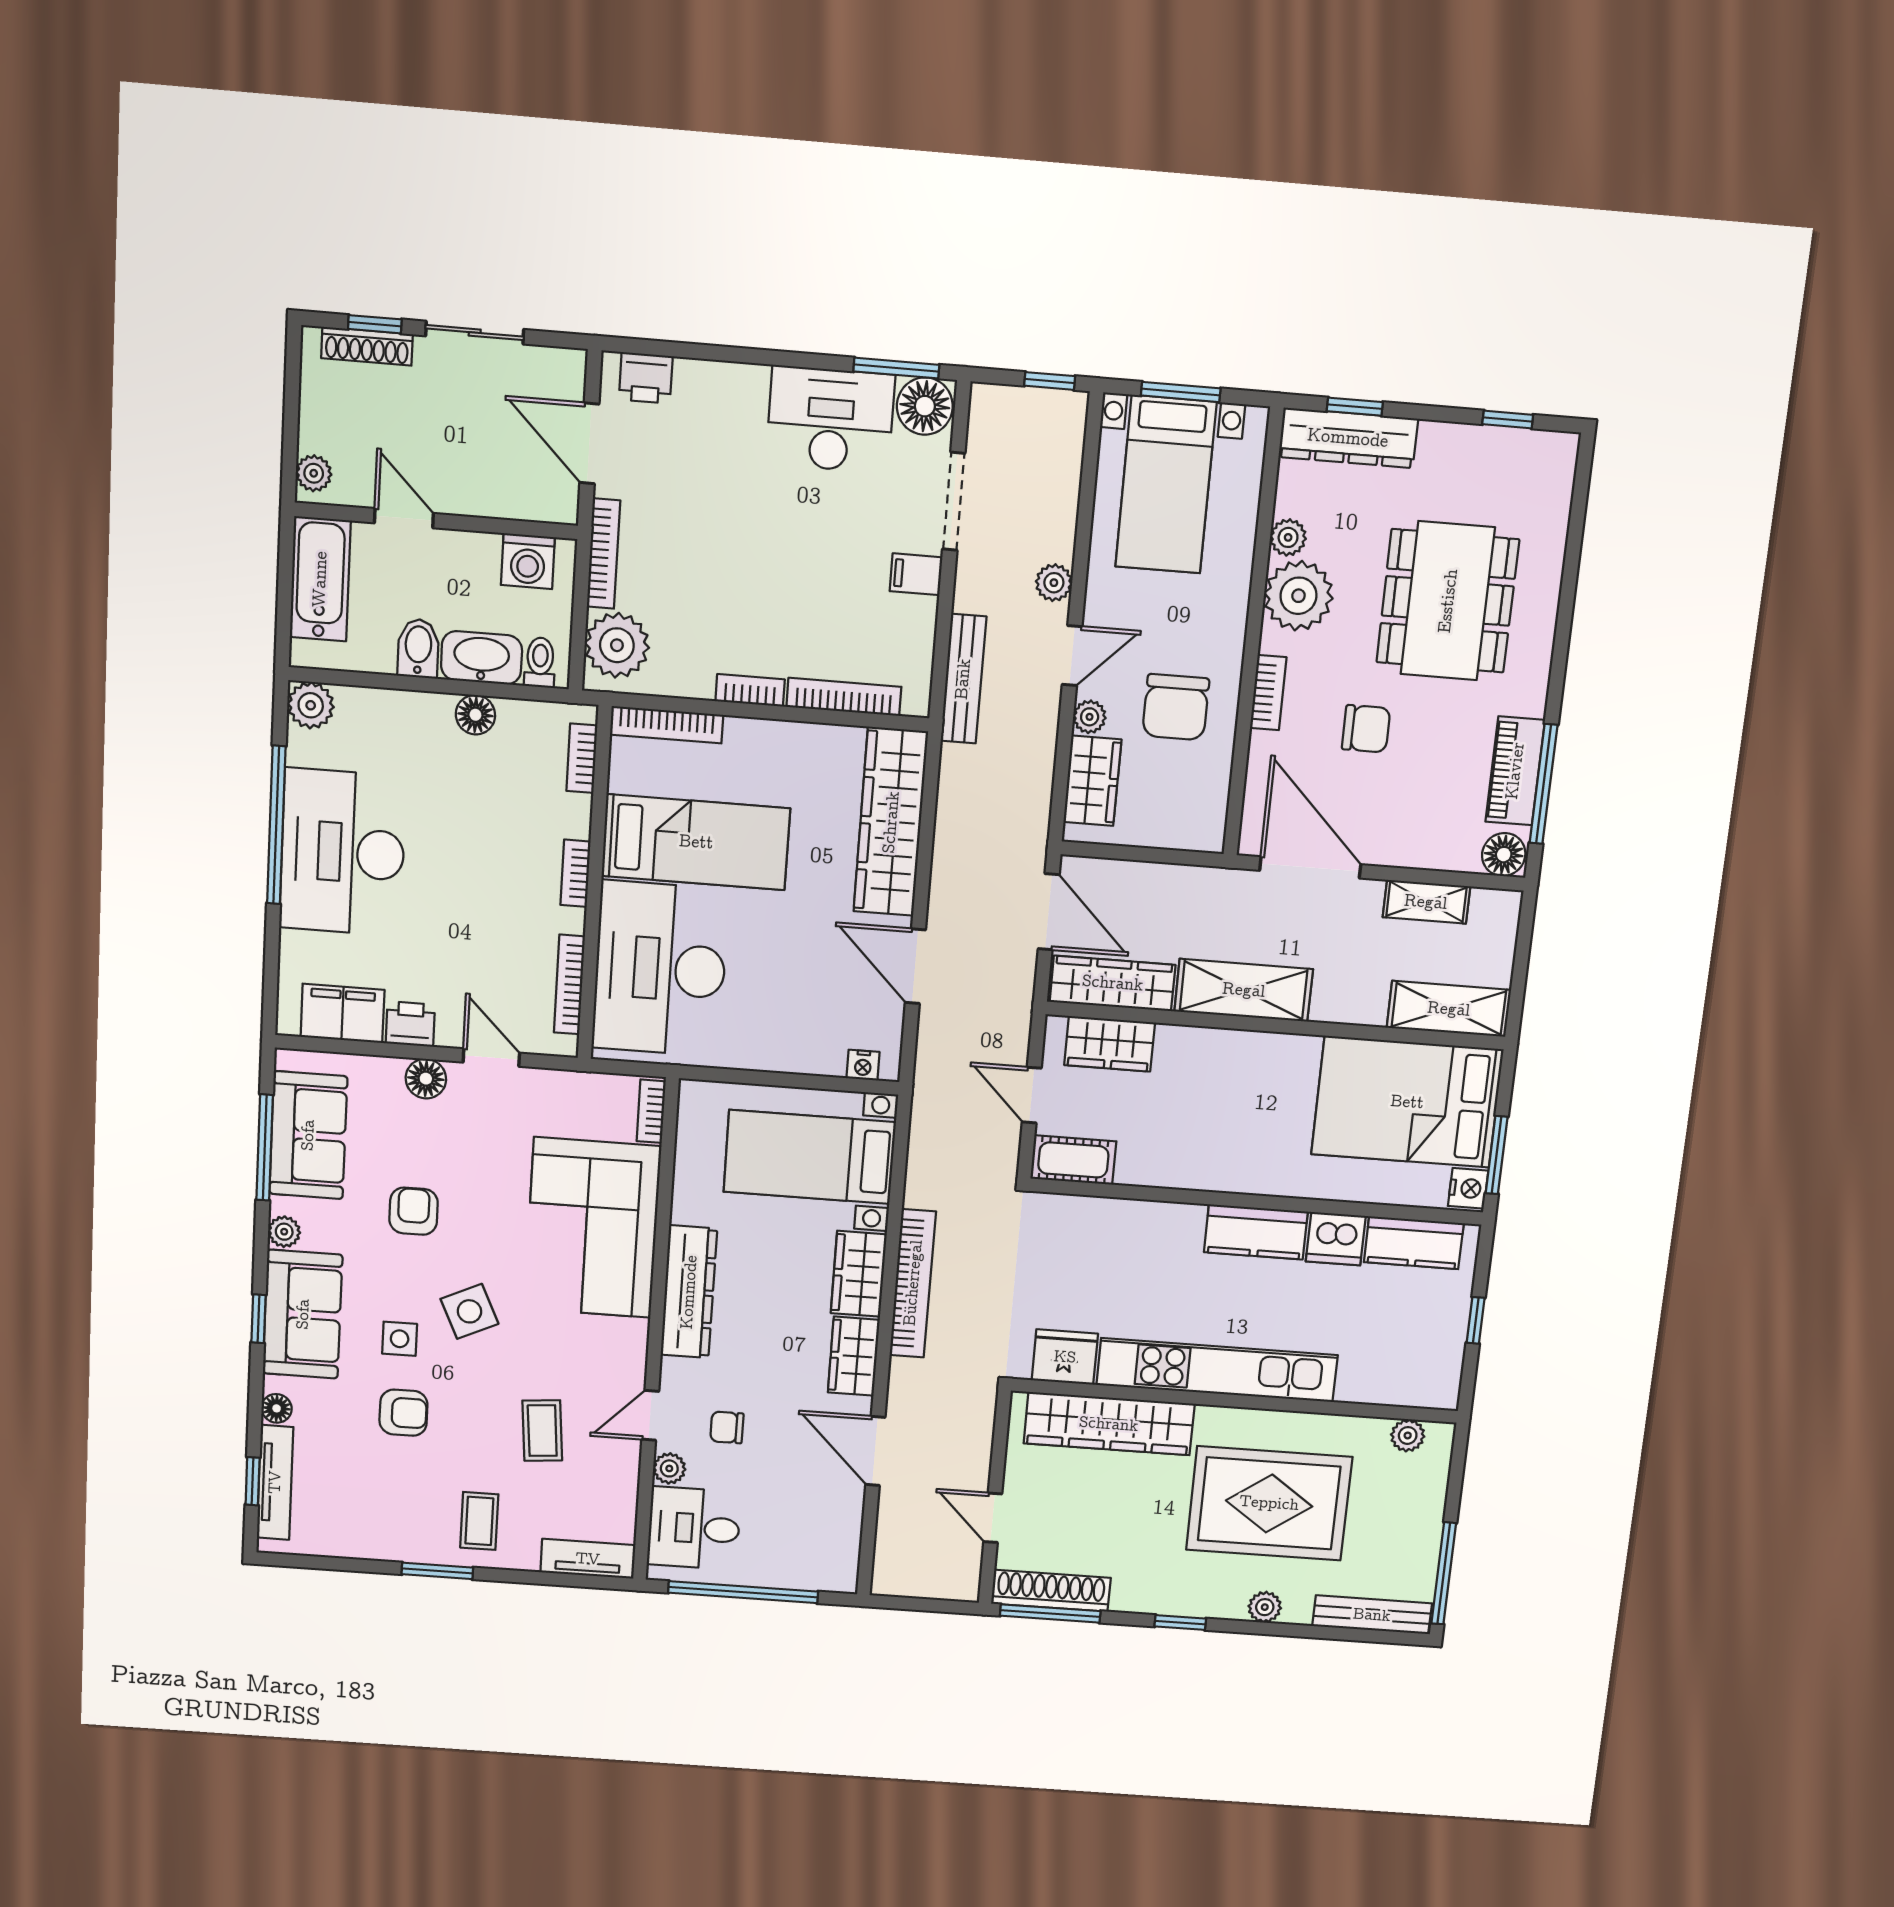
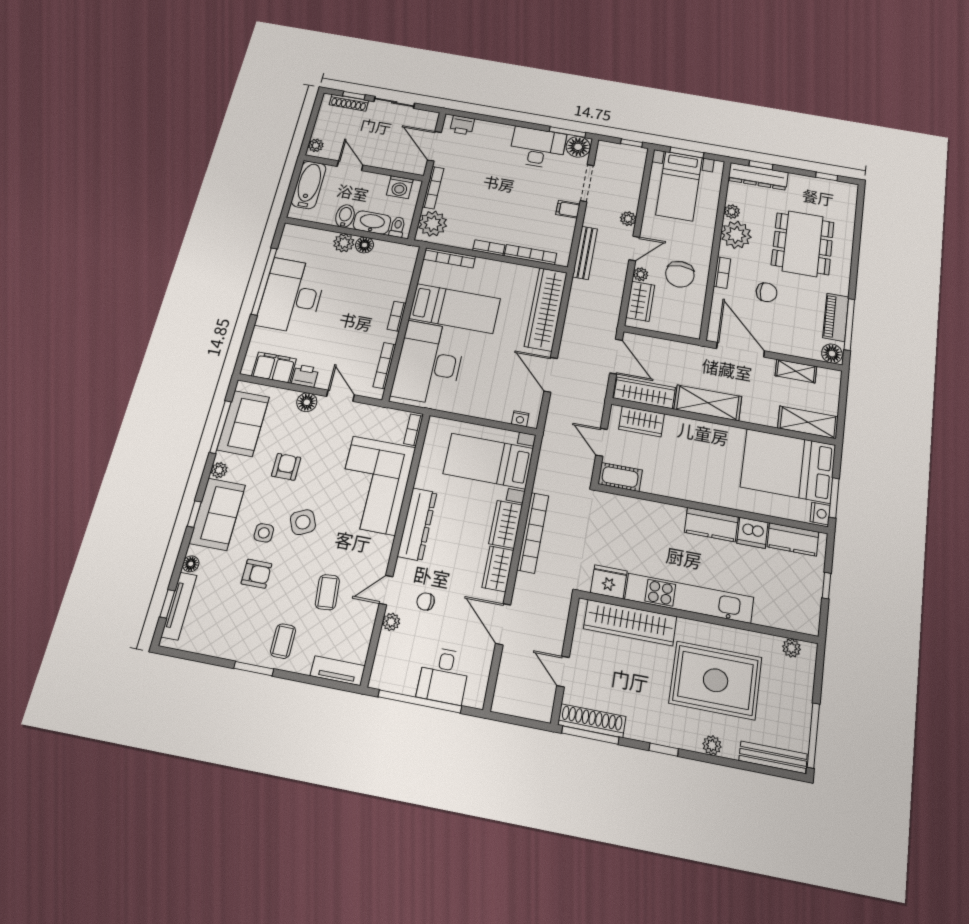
plant: (311, 705) -> (344, 243), moved
bookcase: (582, 758) -> (409, 268), removed
desk: (694, 1528) -> (444, 676), moved, turned -90

